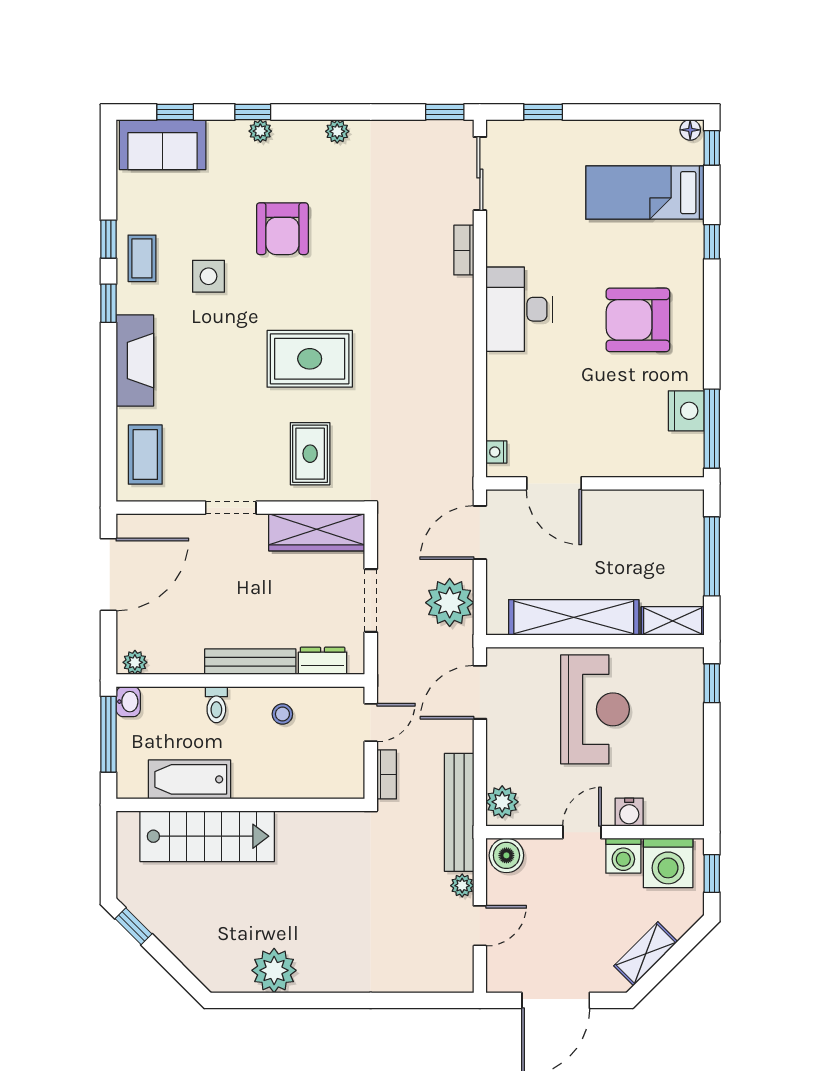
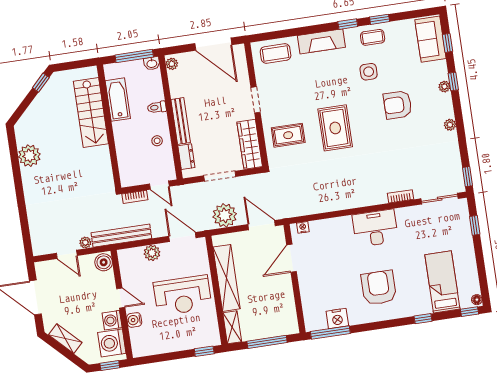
plant: (502, 802) -> (152, 253), moved

